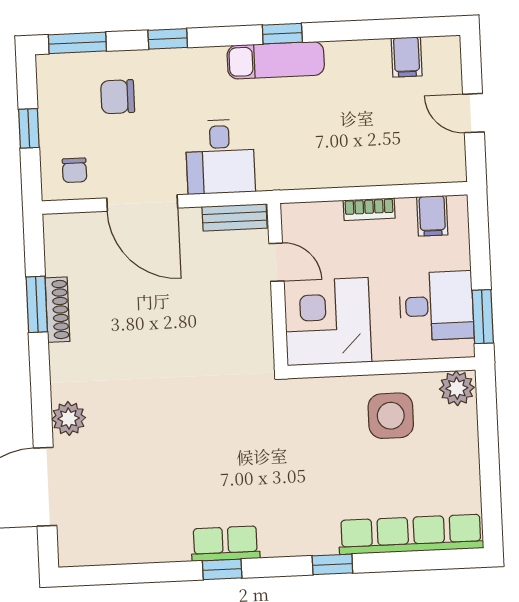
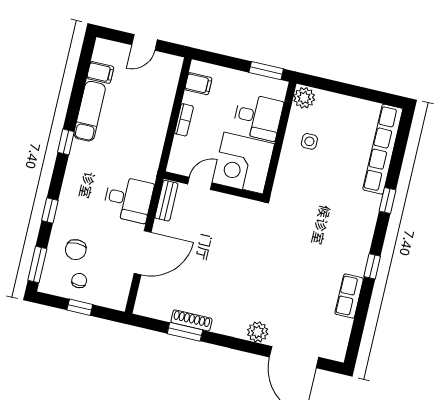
exam couch: (276, 60) -> (90, 111), moved
chair: (74, 170) -> (79, 281), moved, turned -90
desk: (436, 306) -> (258, 117), moved, turned 90
side table: (391, 416) -> (309, 141), width x0.54, depth x0.54
row of seats: (225, 544) -> (349, 296), moved

